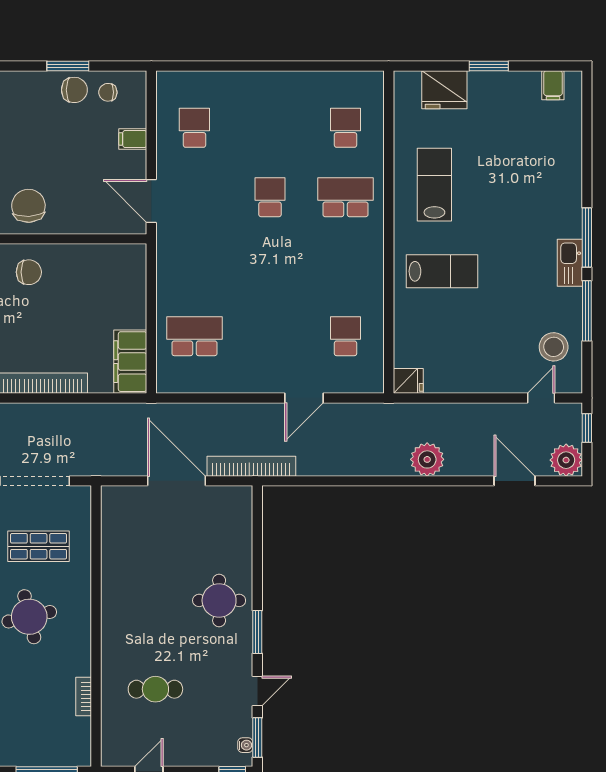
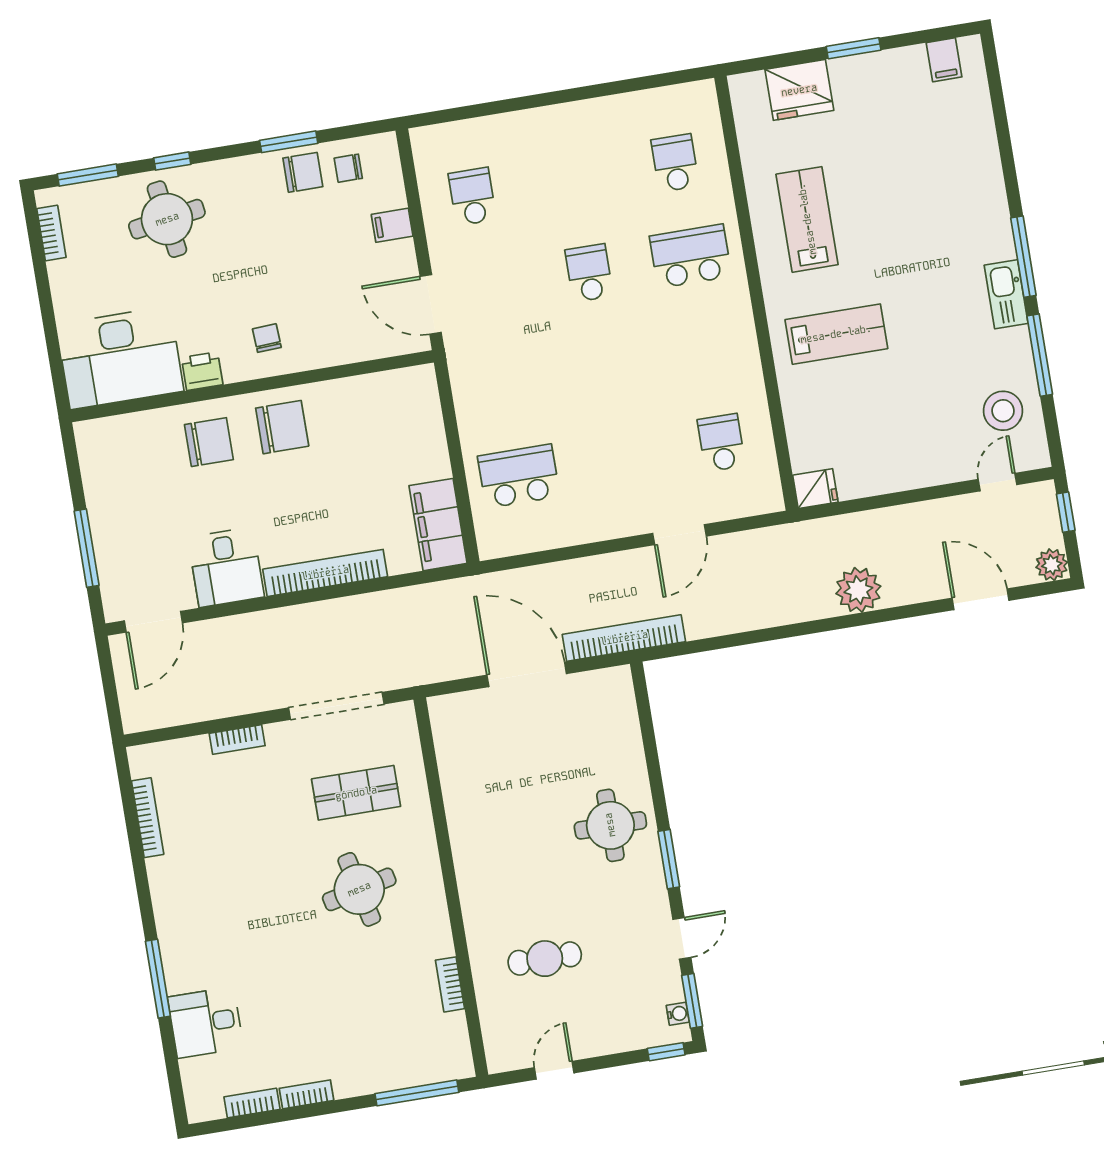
chair: (28, 206) -> (267, 338), width x0.54, depth x0.54
chair: (29, 272) -> (282, 427), width x1.37, depth x1.37
plant: (566, 460) -> (1052, 565), width x0.73, depth x0.73

